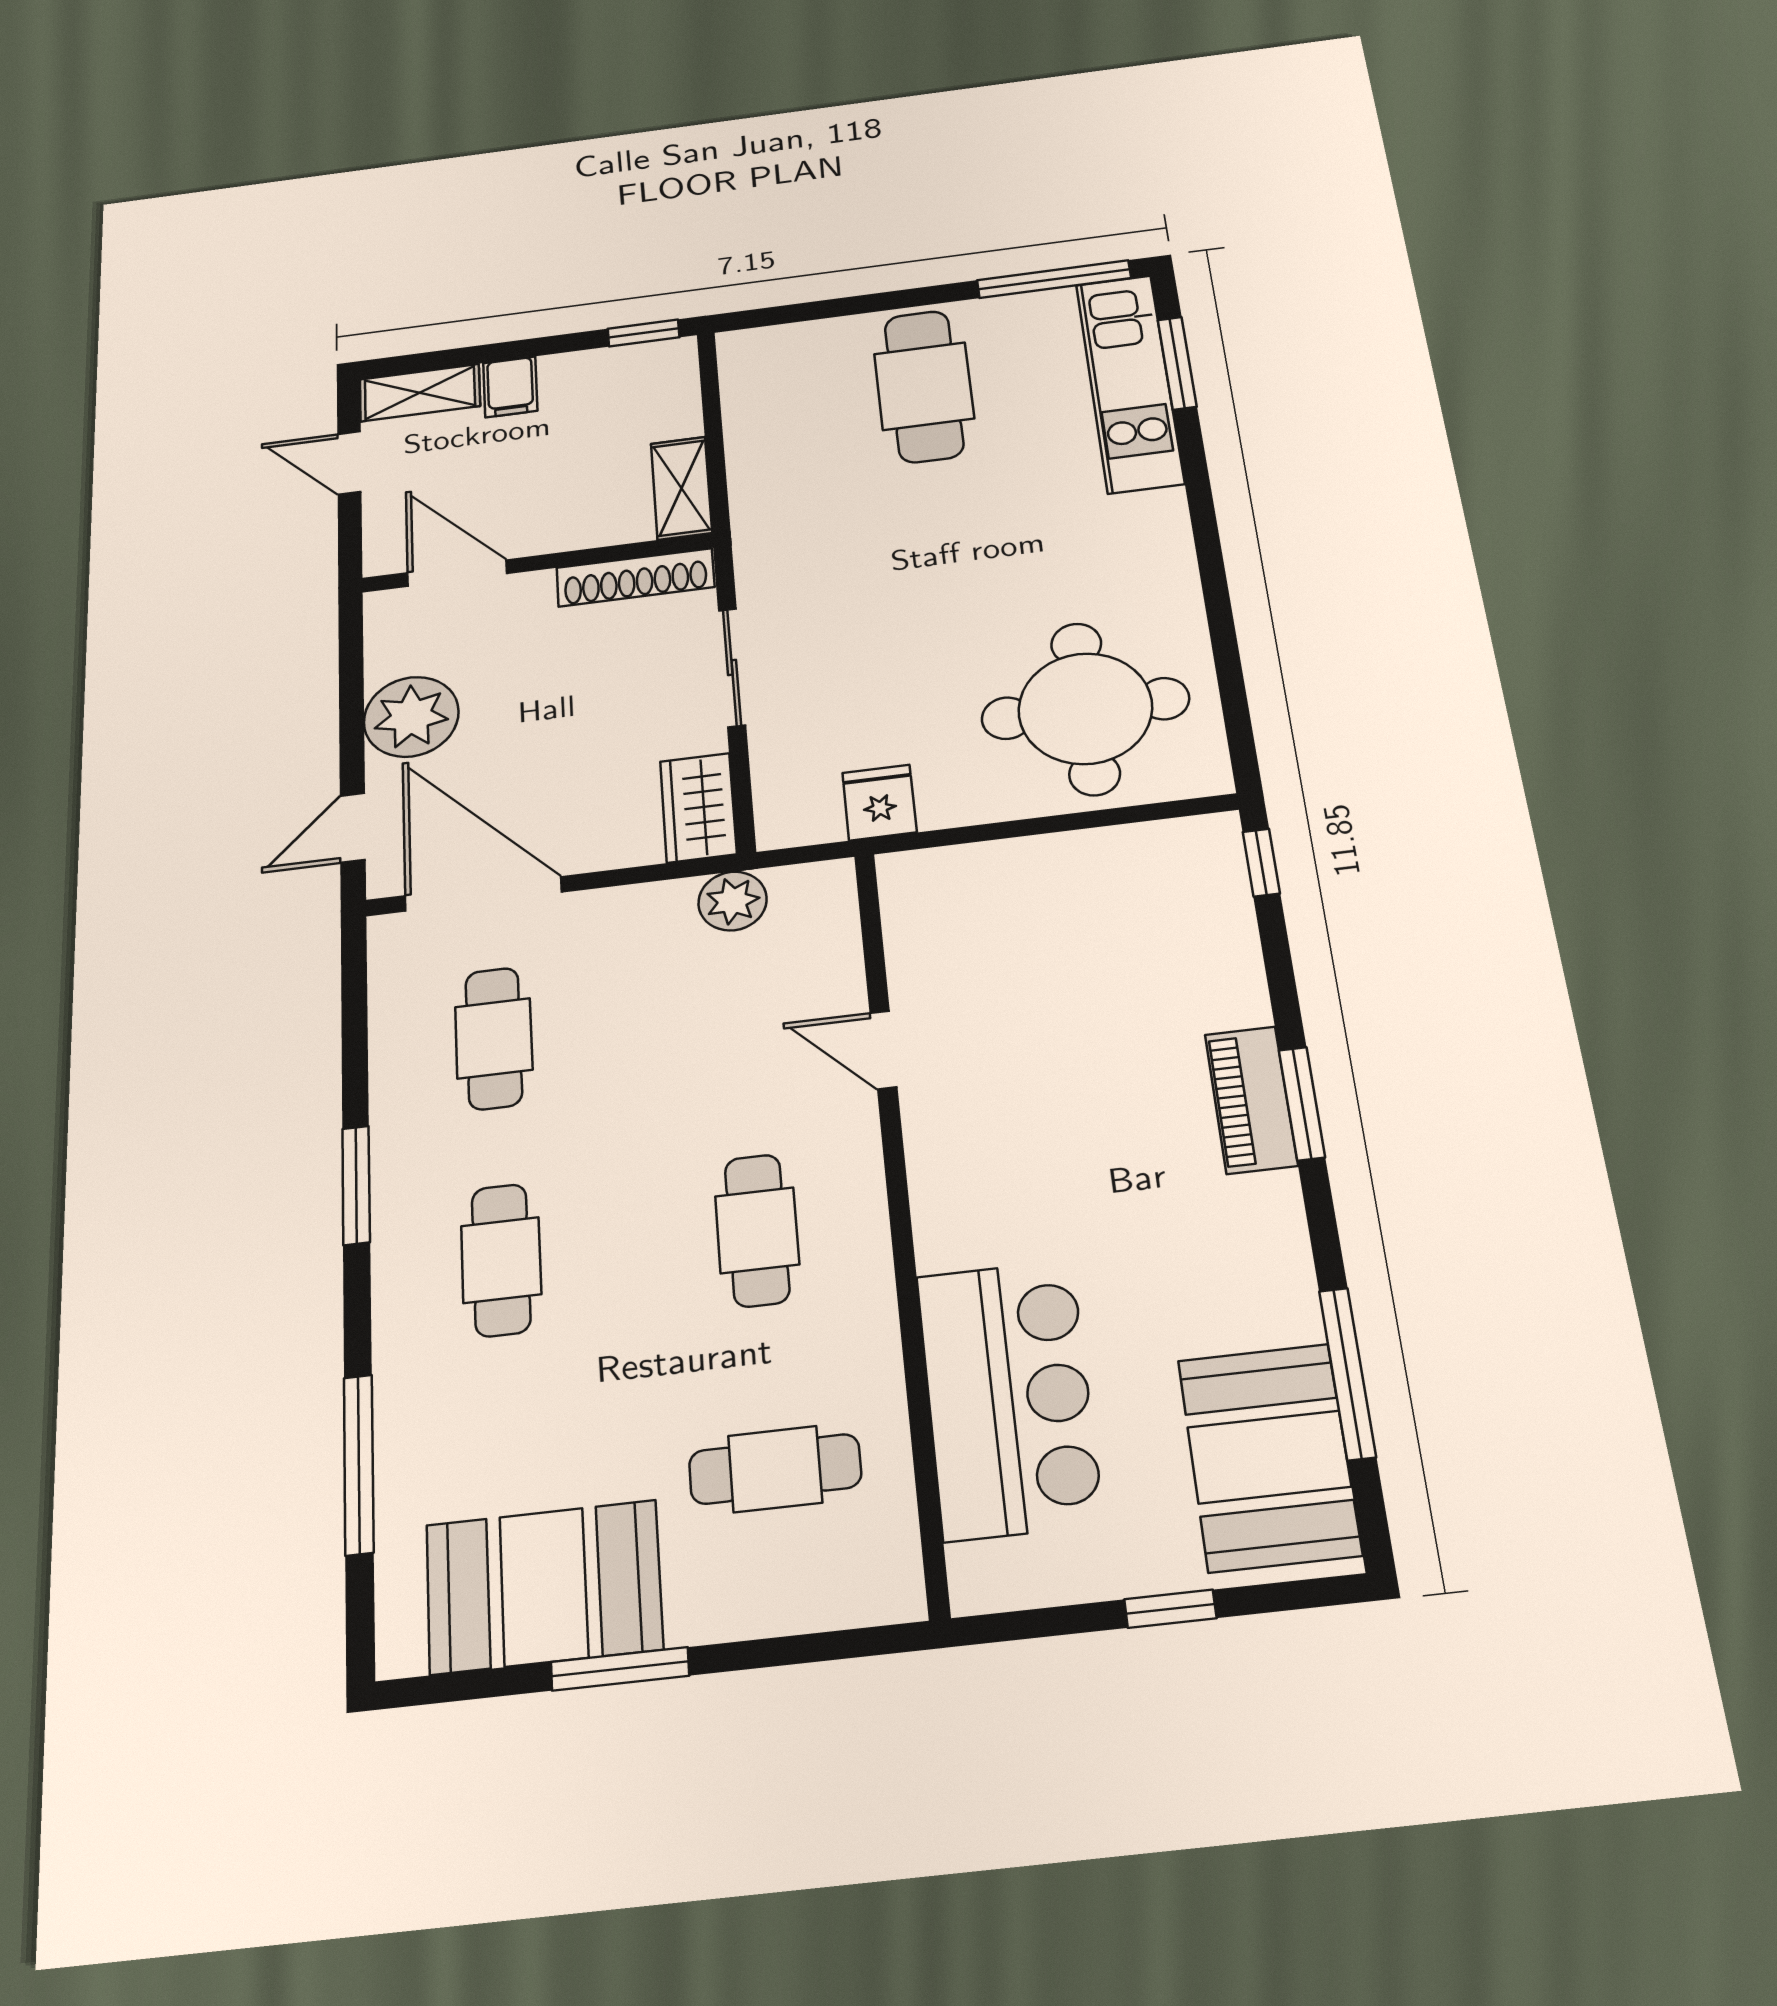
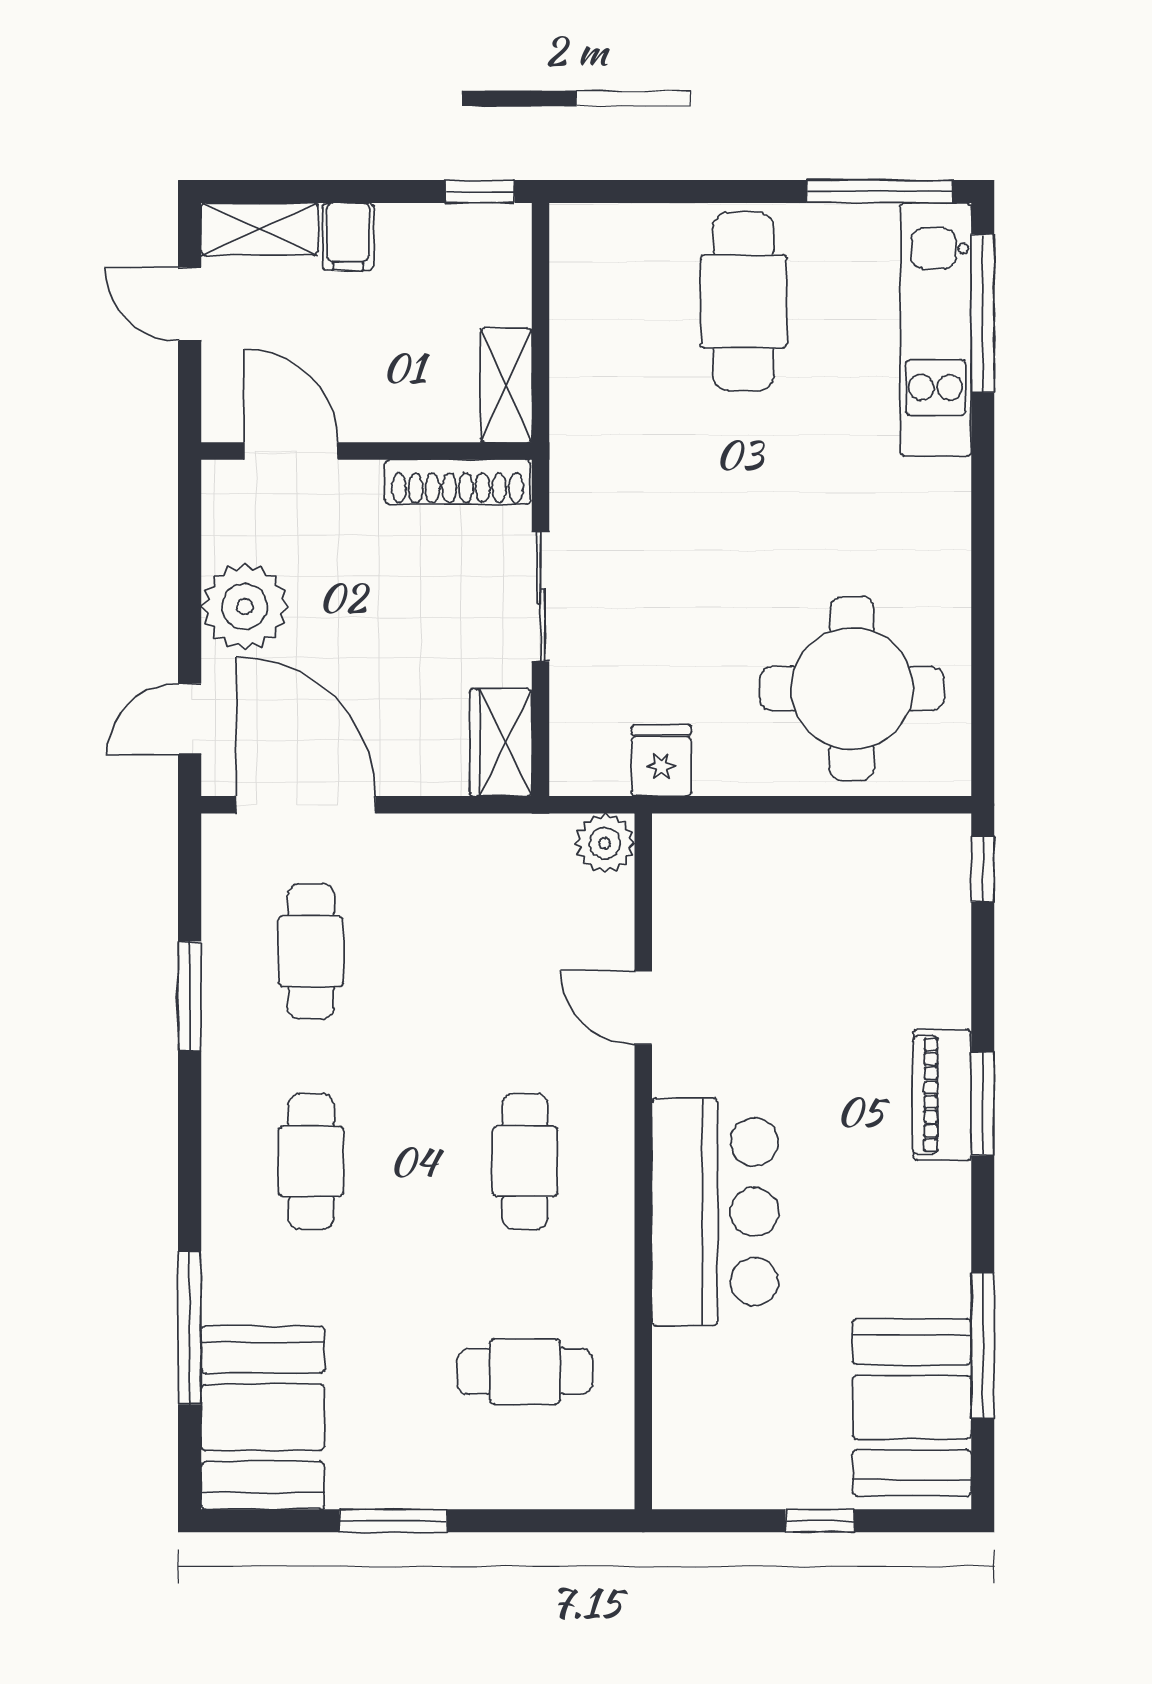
window: (1177, 363) -> (983, 313), width x1.44
plant: (733, 901) -> (605, 843), moved
window: (356, 1185) -> (190, 996), moved
bar counter: (1009, 1398) -> (715, 1212), moved
booth: (544, 1587) -> (263, 1418), moved, turned 90

